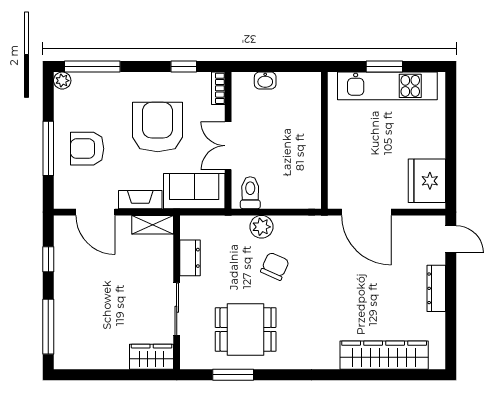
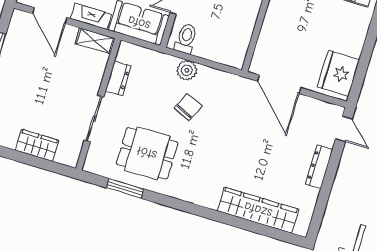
wardrobe: (152, 357) -> (37, 145), moved

